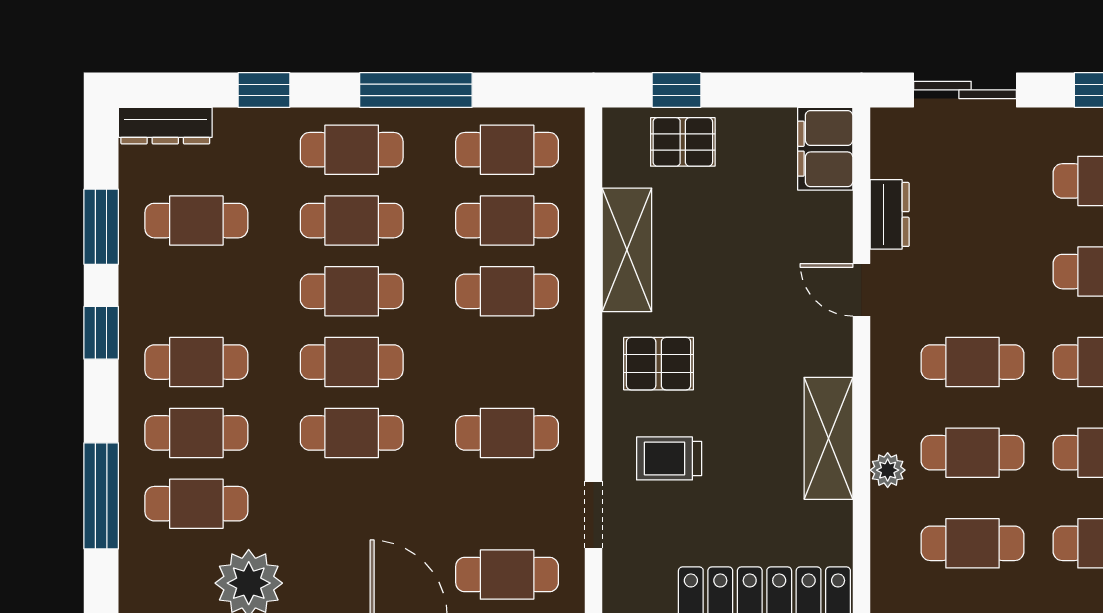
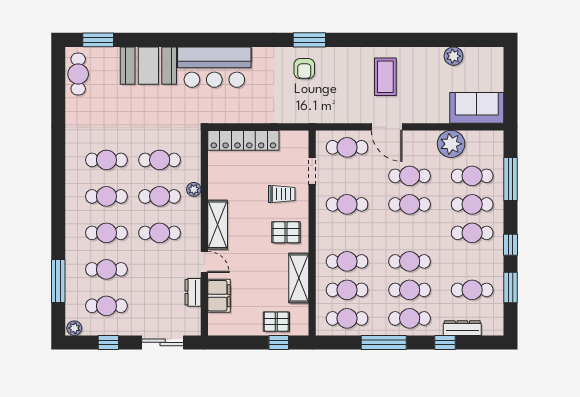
dresser: (165, 126) -> (462, 328), moved
filing cabinet: (825, 149) -> (219, 296), moved
cafe table: (352, 362) -> (410, 176), moved
shelving: (828, 438) -> (218, 225), moved

